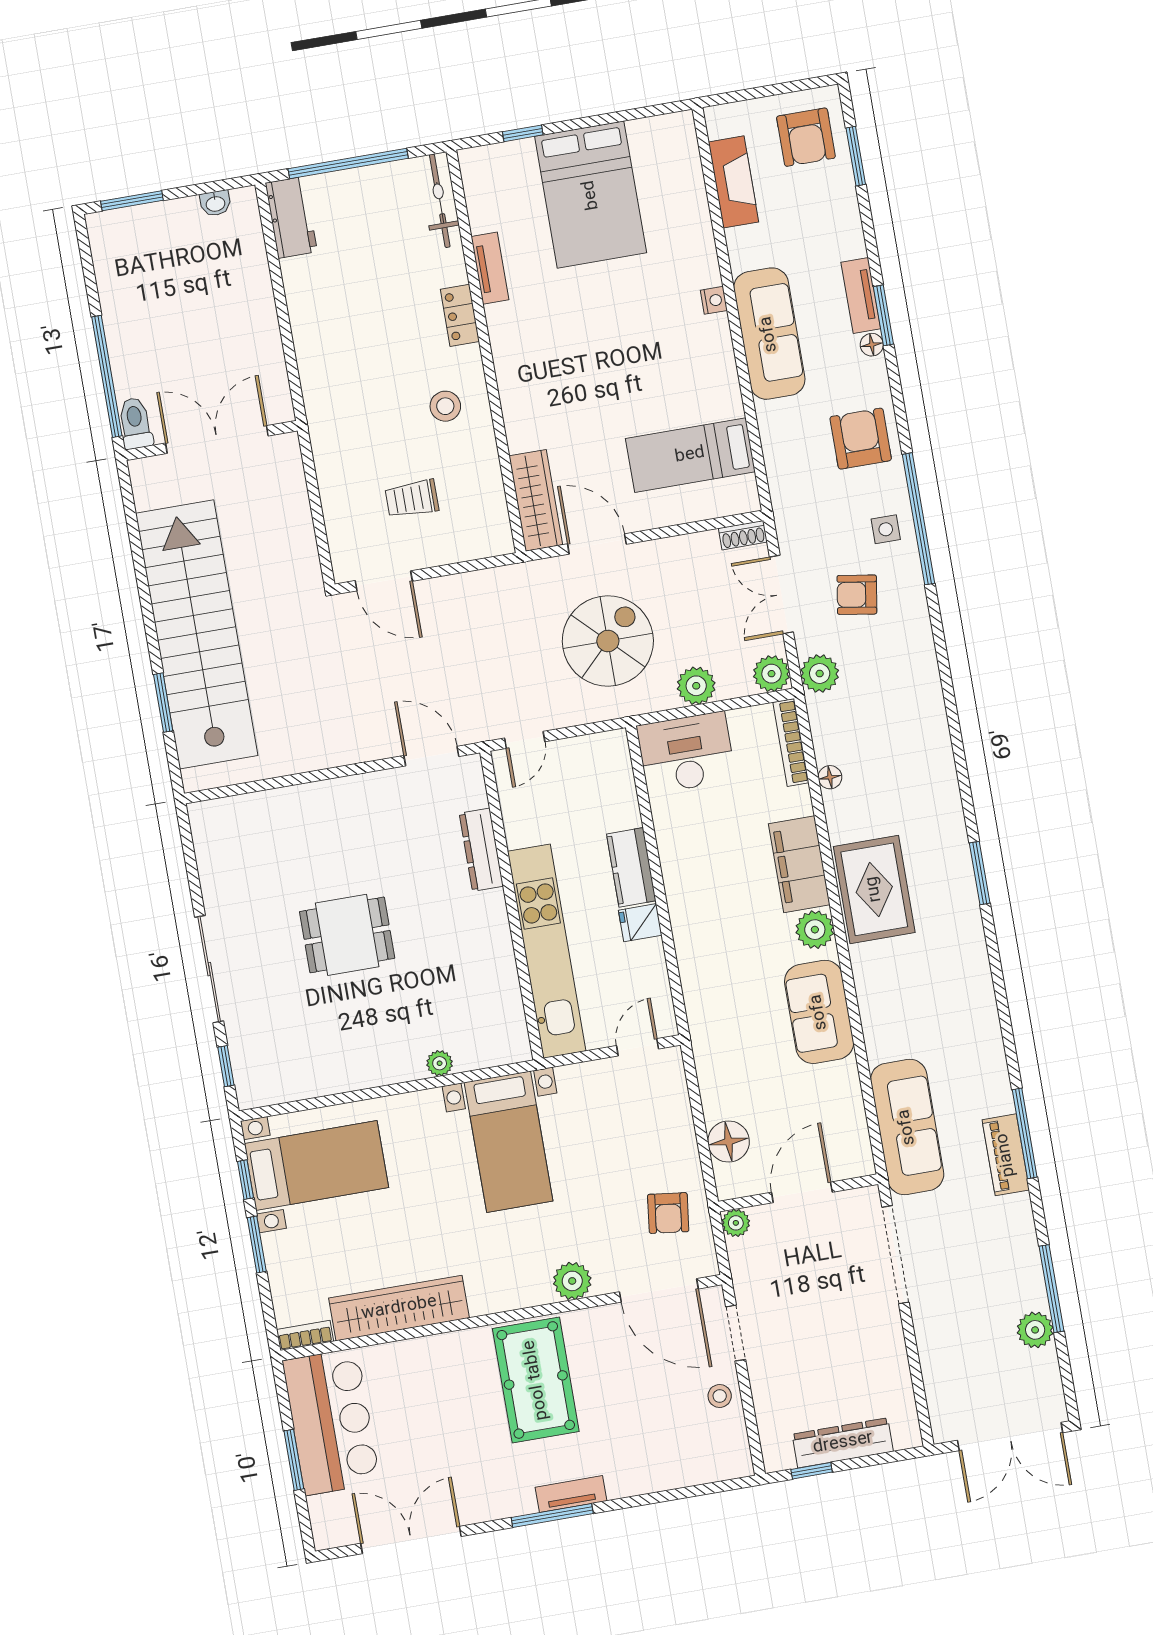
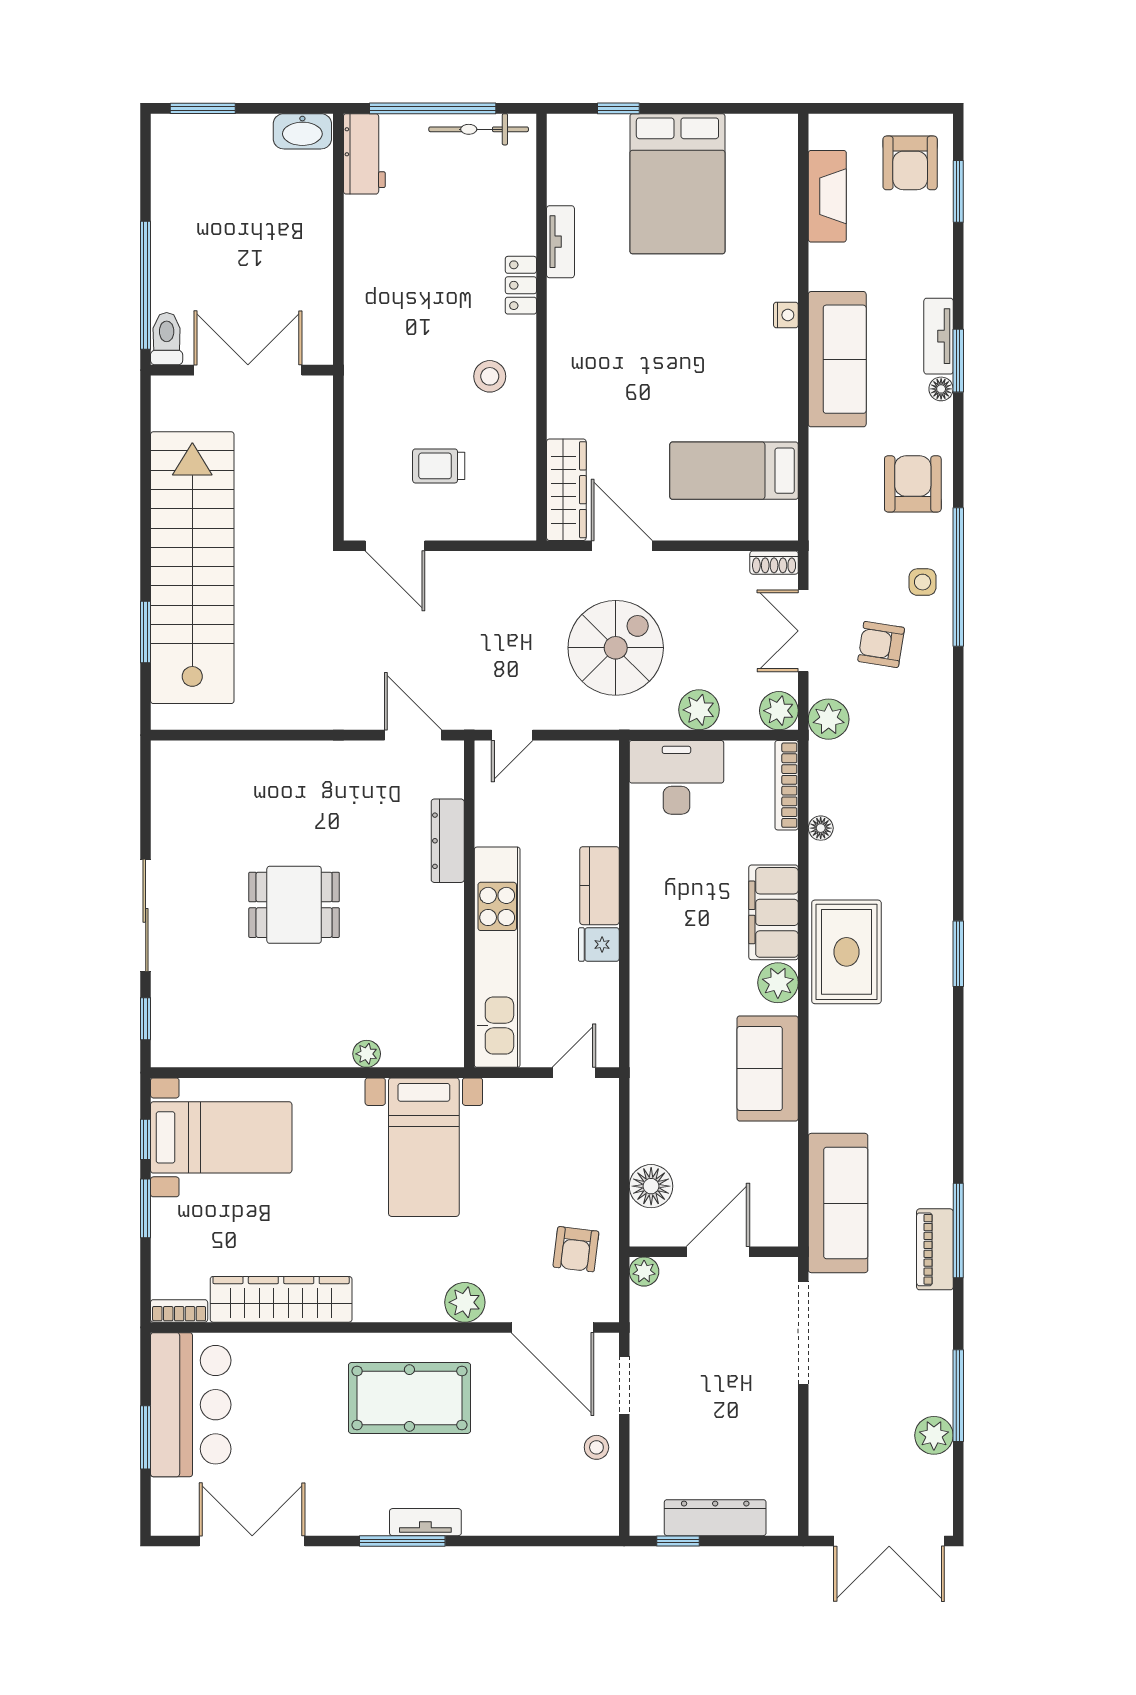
bicycle: (440, 201) -> (479, 129), moved, turned -90
washbasin: (215, 203) -> (302, 131), width x1.91, depth x1.45
pool table: (536, 1380) -> (409, 1398), turned 90

